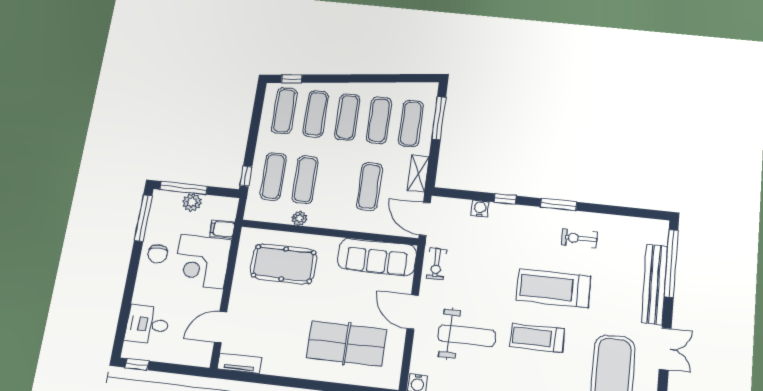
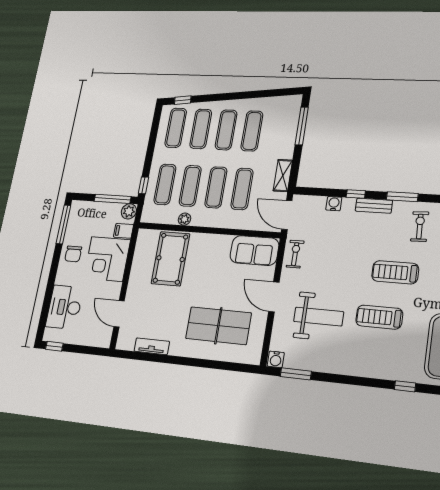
exercise mat: (411, 123) -> (216, 187), moved
window: (184, 188) -> (113, 199), moved
plant: (192, 202) -> (129, 211), moved
bench: (527, 213) -> (374, 206), added
exercise bike: (579, 238) -> (420, 226), turned 89
sofa: (377, 257) -> (254, 251), width x0.73
pool table: (284, 264) -> (170, 259), turned 90
exercise bike: (436, 264) -> (295, 254), turned 180
treadmill: (554, 288) -> (395, 272), width x0.73, depth x0.73
desk: (147, 324) -> (65, 307), width x1.37
door: (221, 327) -> (119, 314), hinge flipped
tv unit: (239, 363) -> (152, 346), moved

